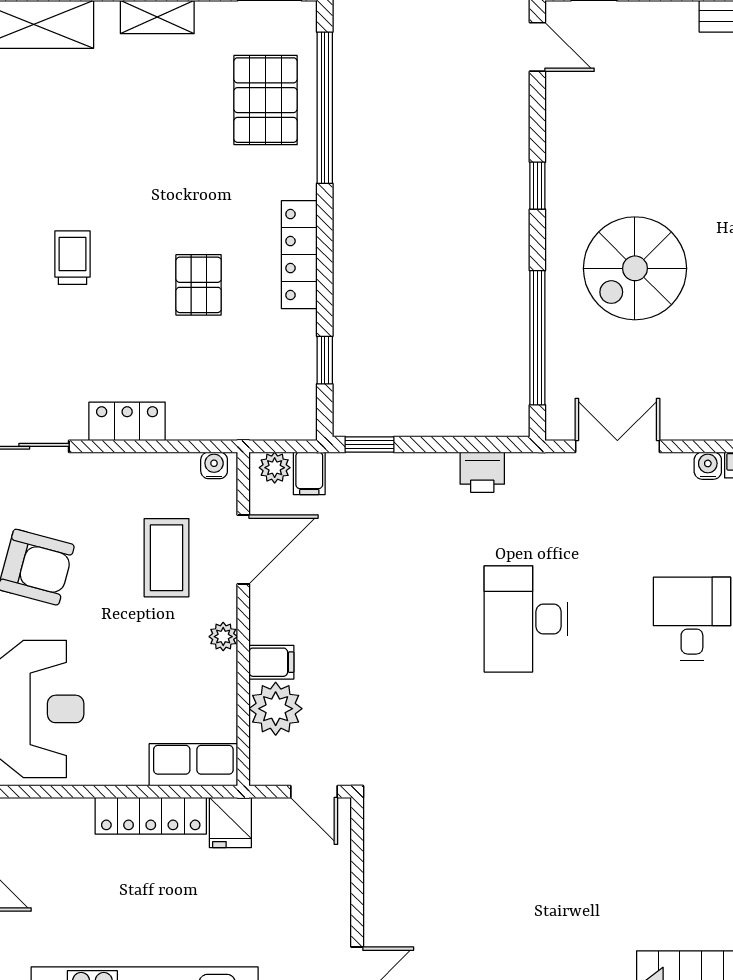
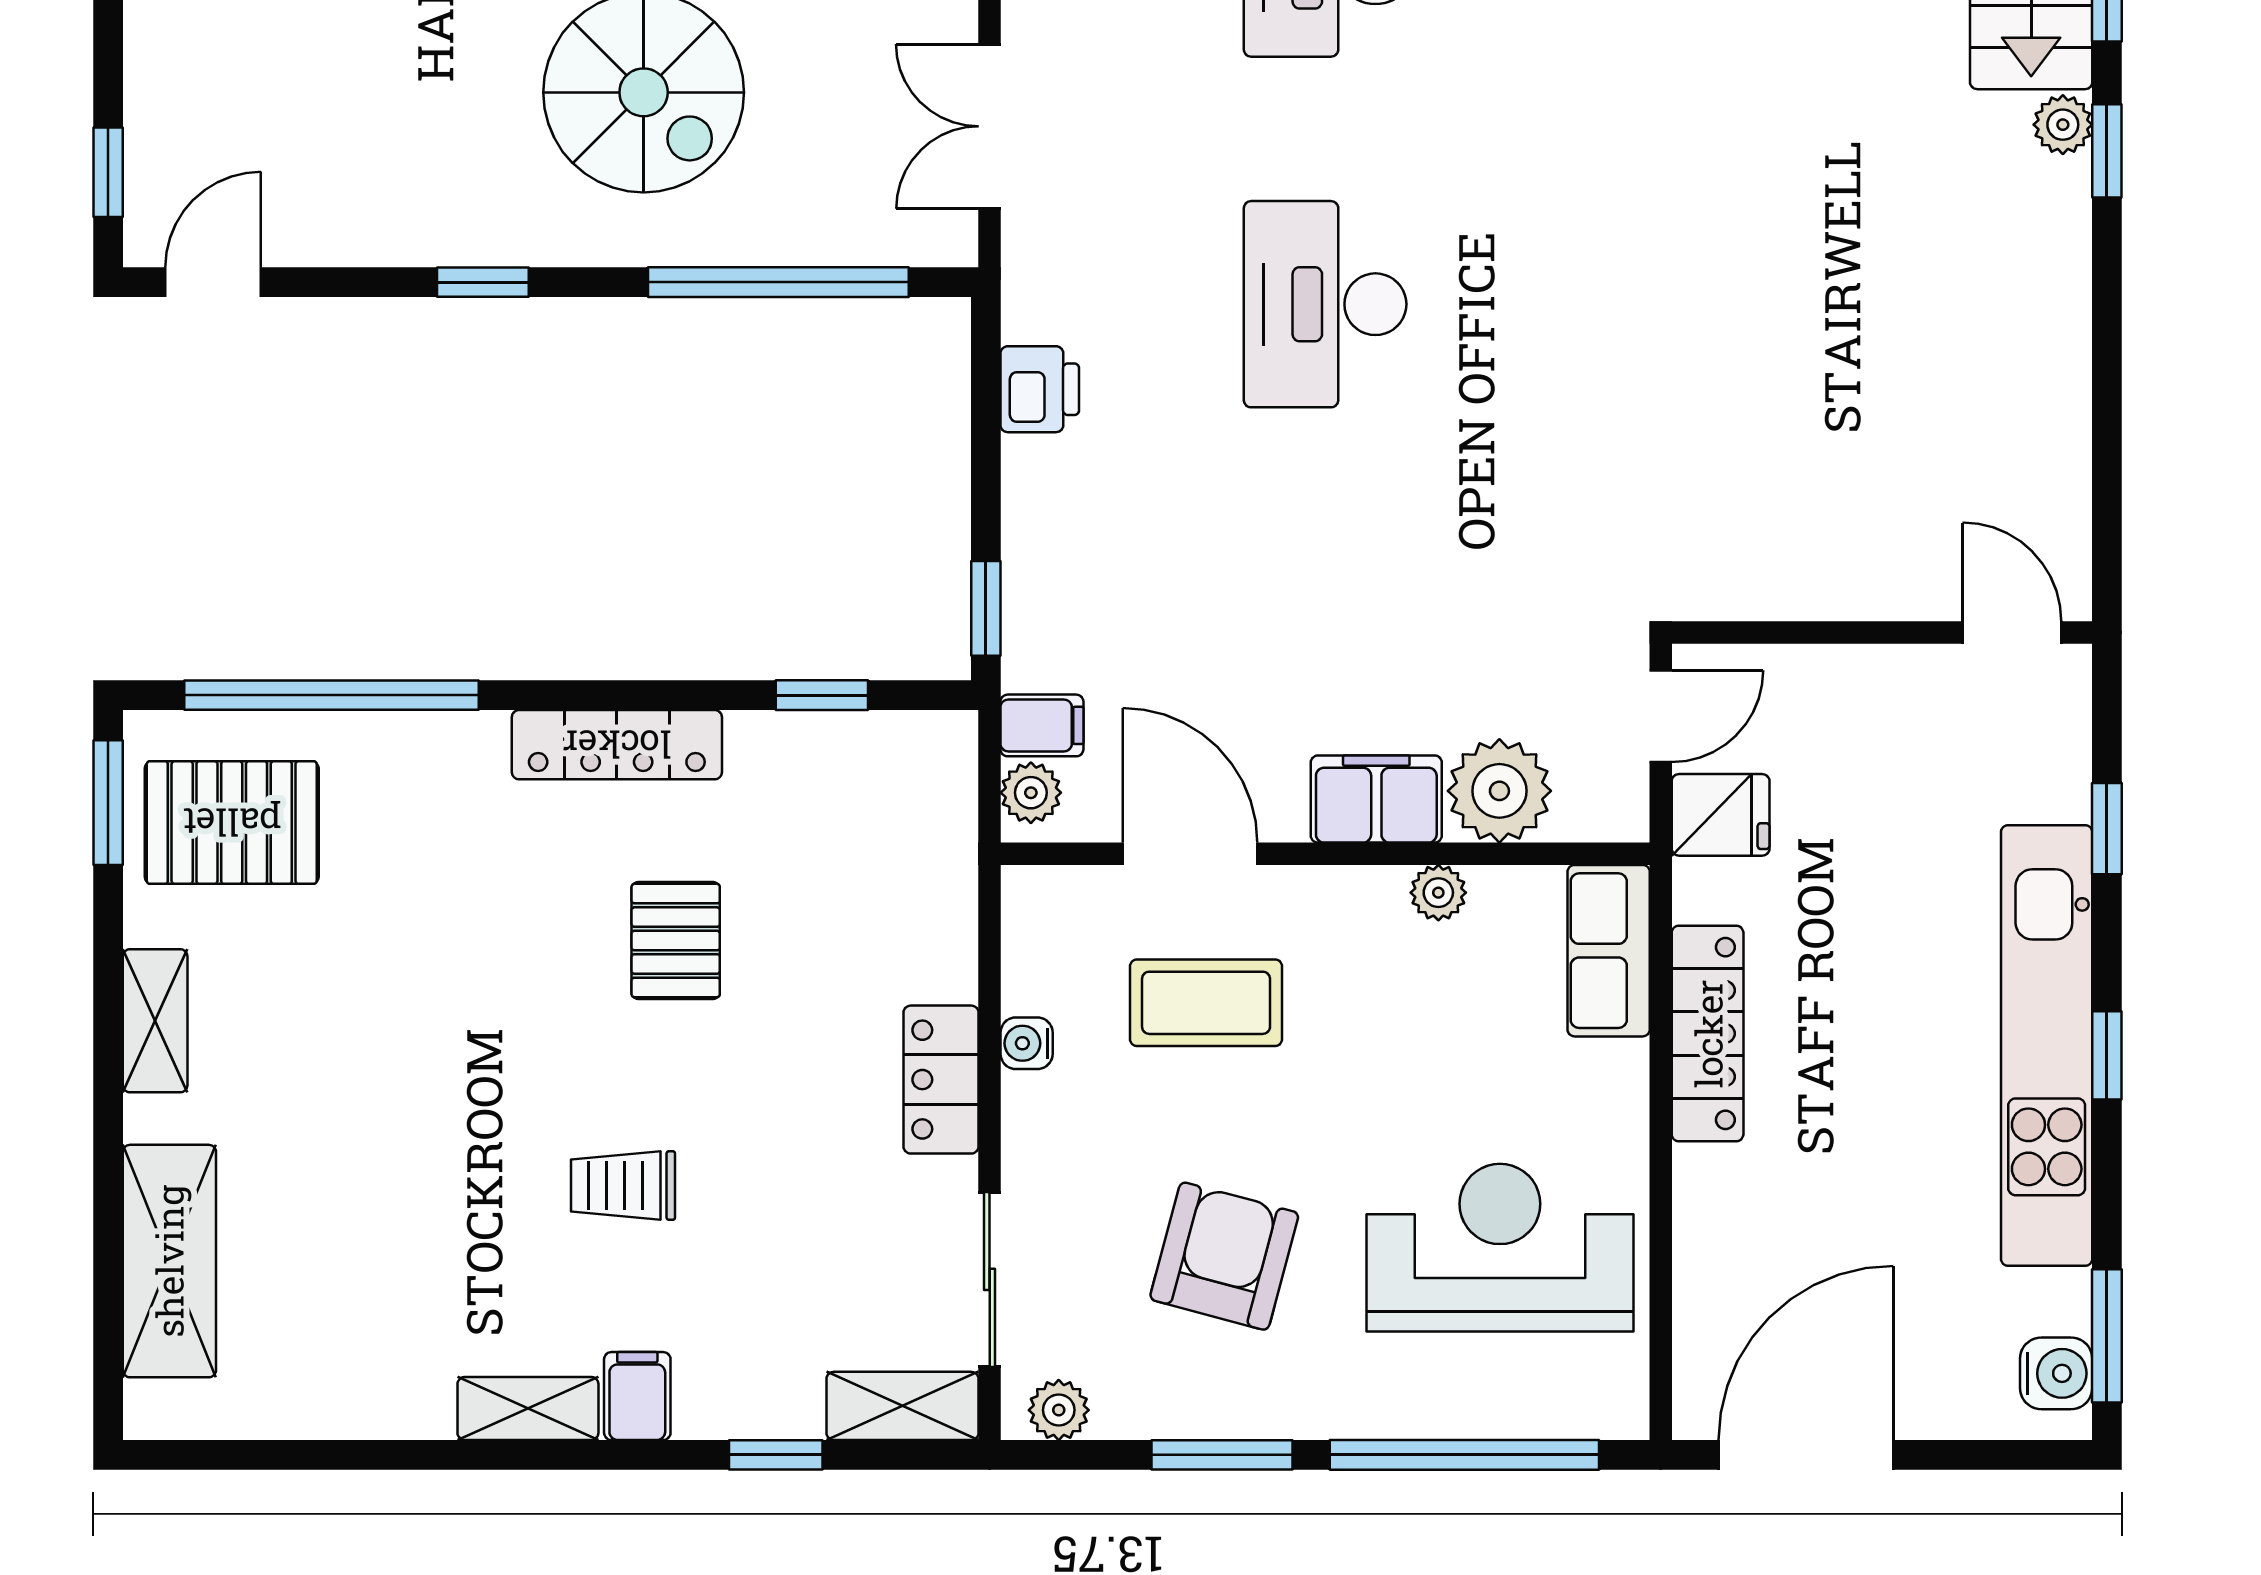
pallet: (266, 100) -> (232, 823), moved
pallet: (199, 285) -> (676, 941), turned 90
water cooler: (214, 465) -> (1027, 1043), moved
desk: (526, 619) -> (1325, 304), turned 90
plant: (223, 637) -> (1438, 893), moved
filing cabinet: (271, 662) -> (1376, 799), width x2.00
fridge: (230, 822) -> (1721, 815), moved

